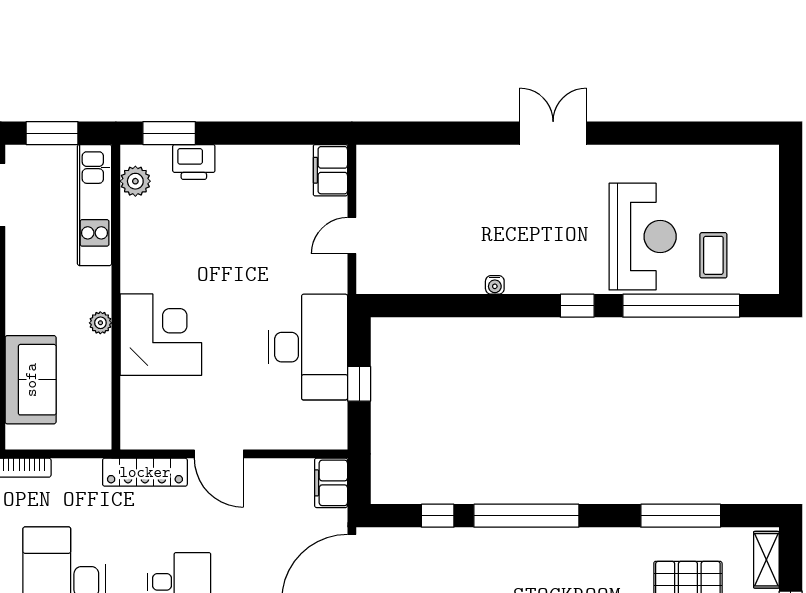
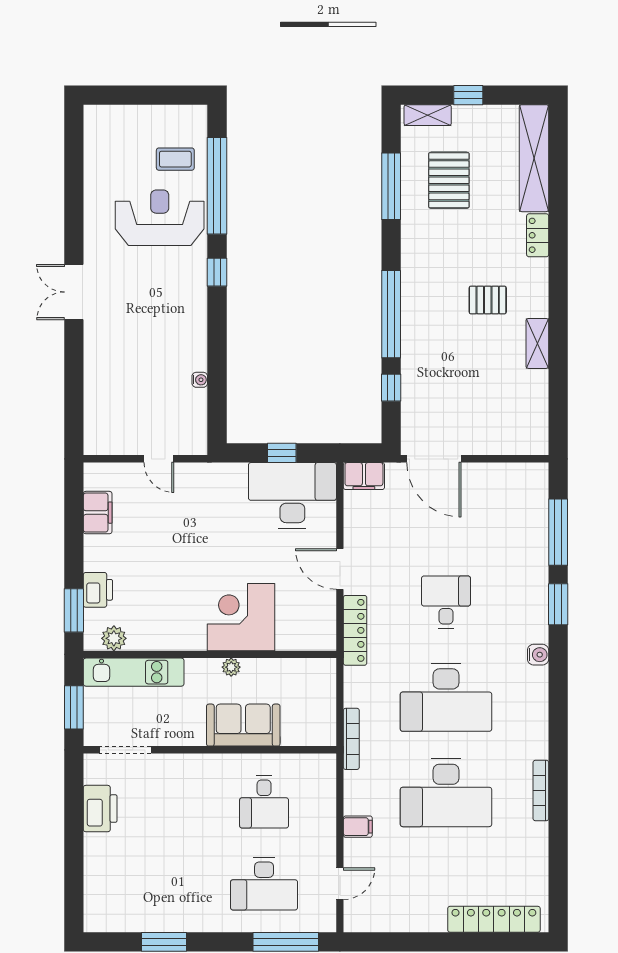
filing cabinet: (330, 170) -> (98, 513), moved, turned -90
water cooler: (495, 285) -> (200, 380), moved
desk: (308, 347) -> (292, 495), moved
sofa: (31, 380) -> (243, 725), moved
door: (219, 454) -> (340, 569), swing flipped

